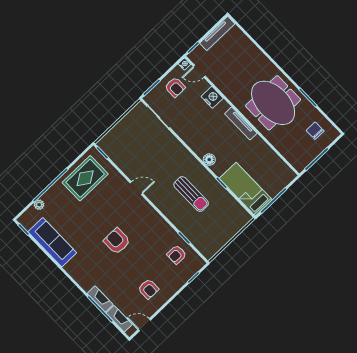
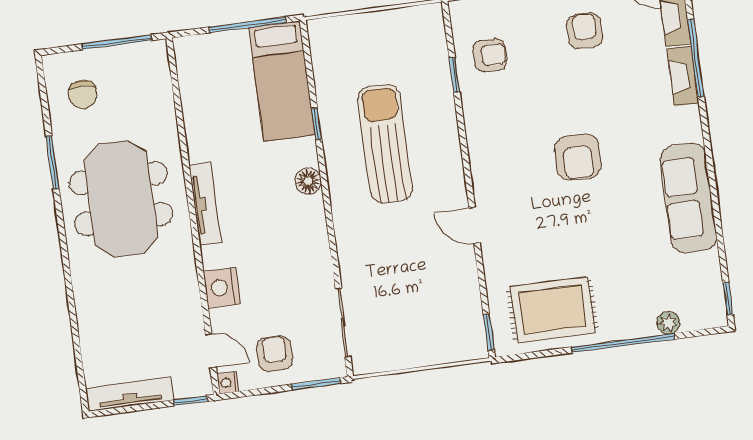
sun lounger: (191, 194) -> (385, 144), width x1.36, depth x1.34
sofa: (52, 242) -> (689, 198), moved

